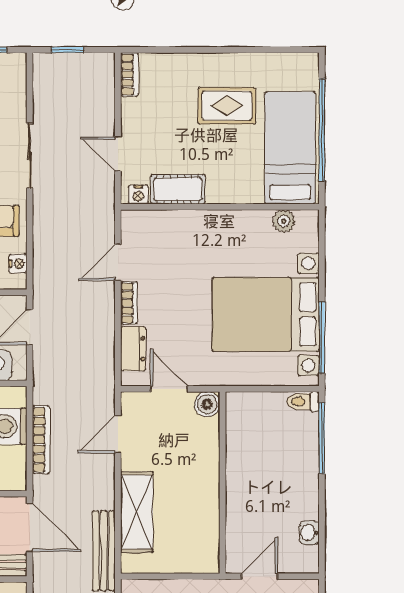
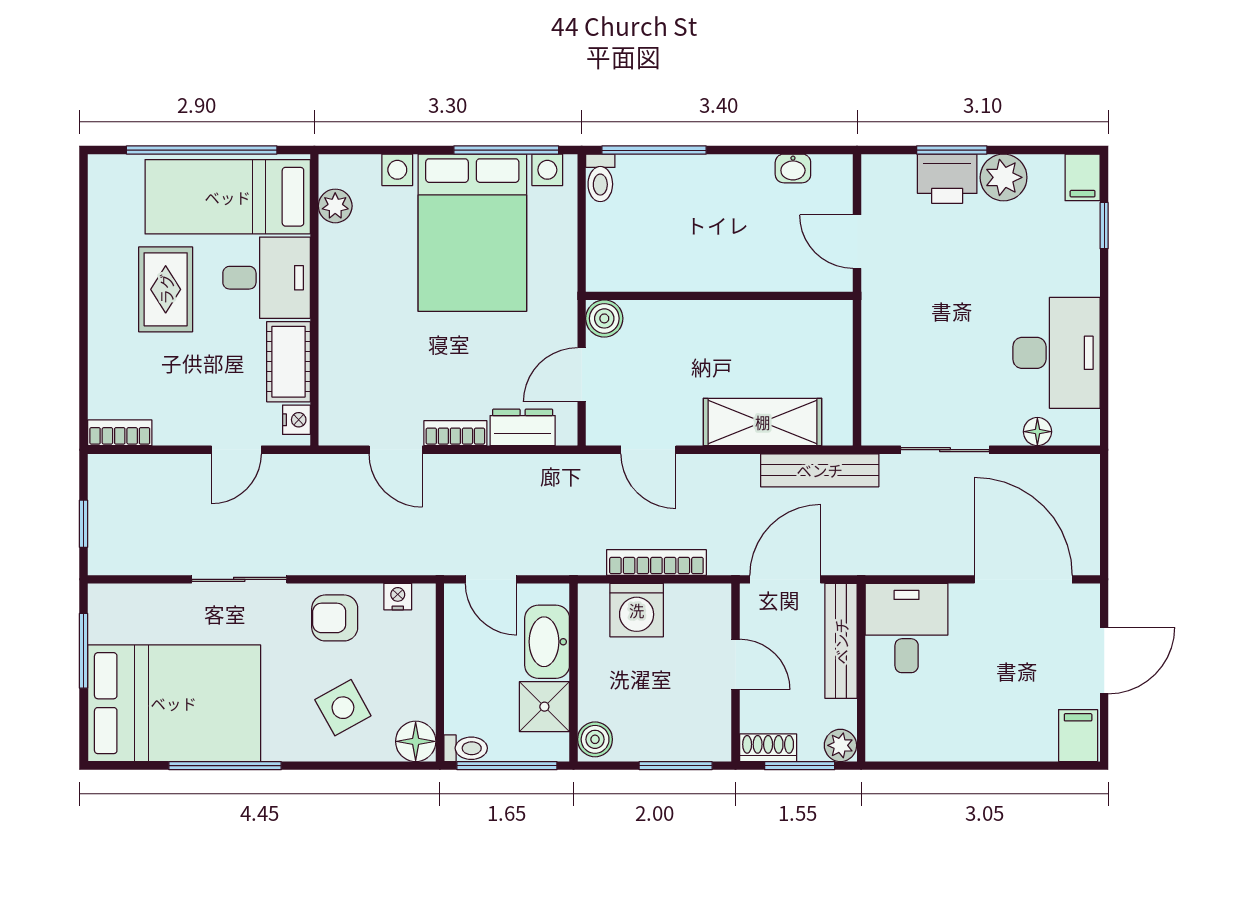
desk: (235, 174) -> (267, 278), added

